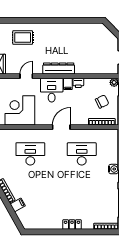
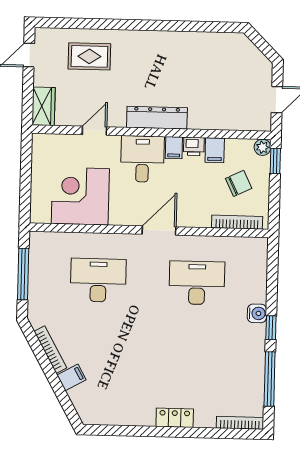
filing cabinet: (89, 85) -> (215, 150), added

